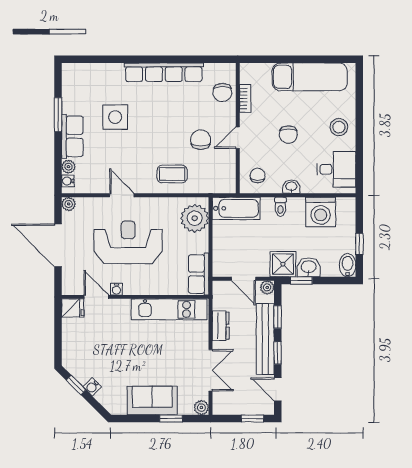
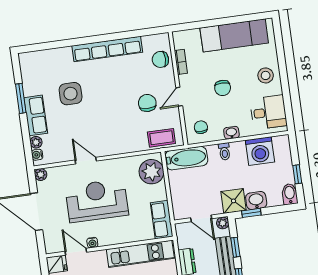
chair: (222, 92) -> (160, 59), turned 90
coffee table: (172, 174) -> (161, 138), moved

